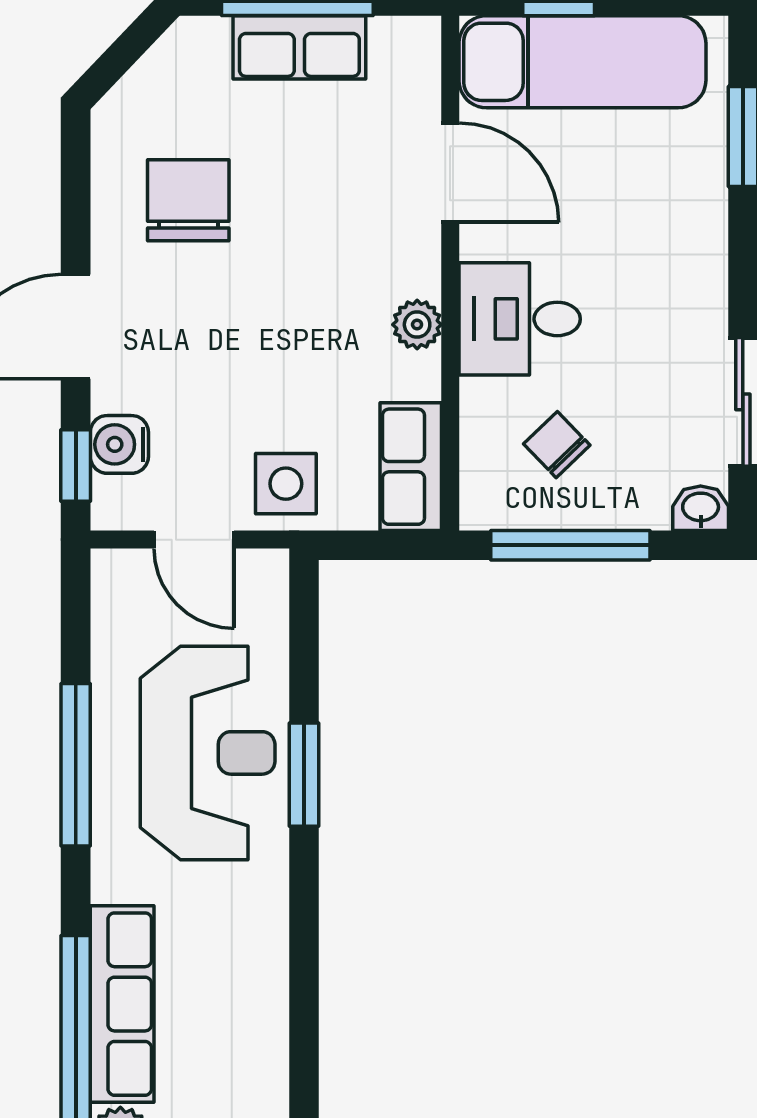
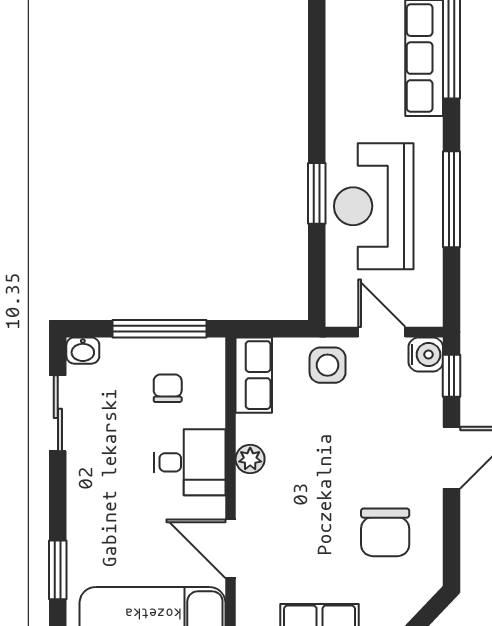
water cooler: (119, 444) -> (426, 354), moved
chair: (557, 445) -> (168, 388), turned -136

